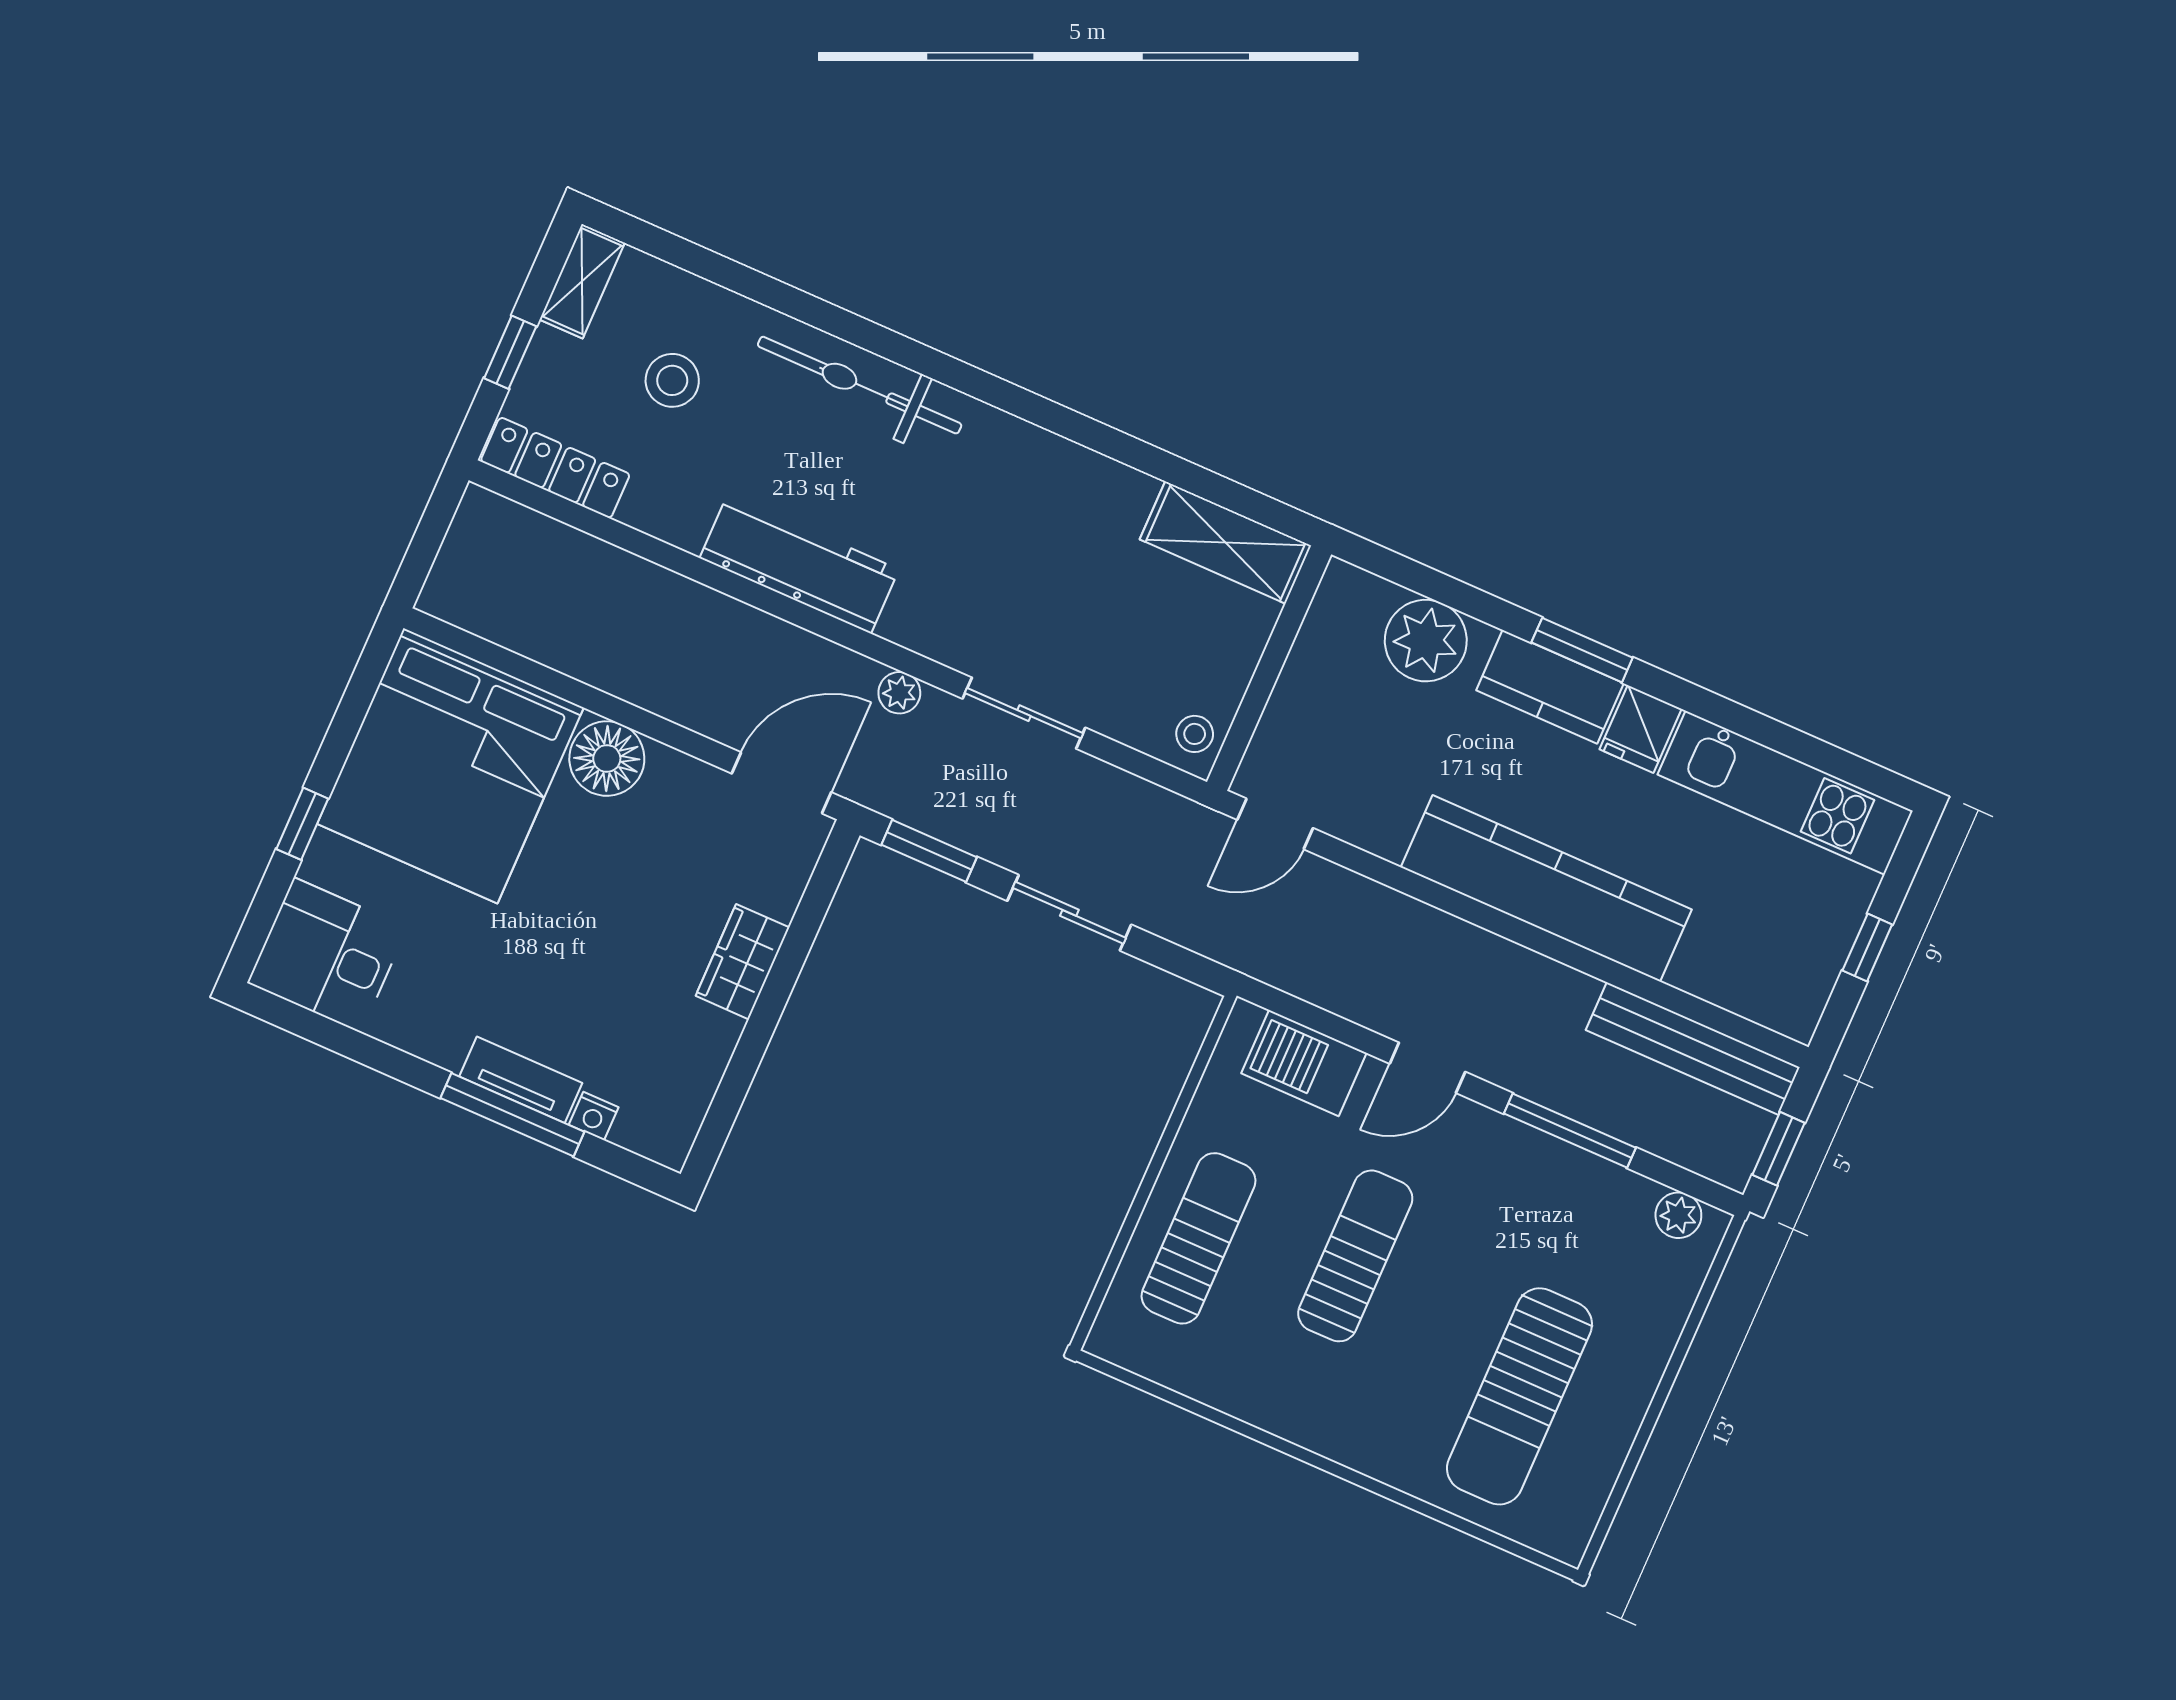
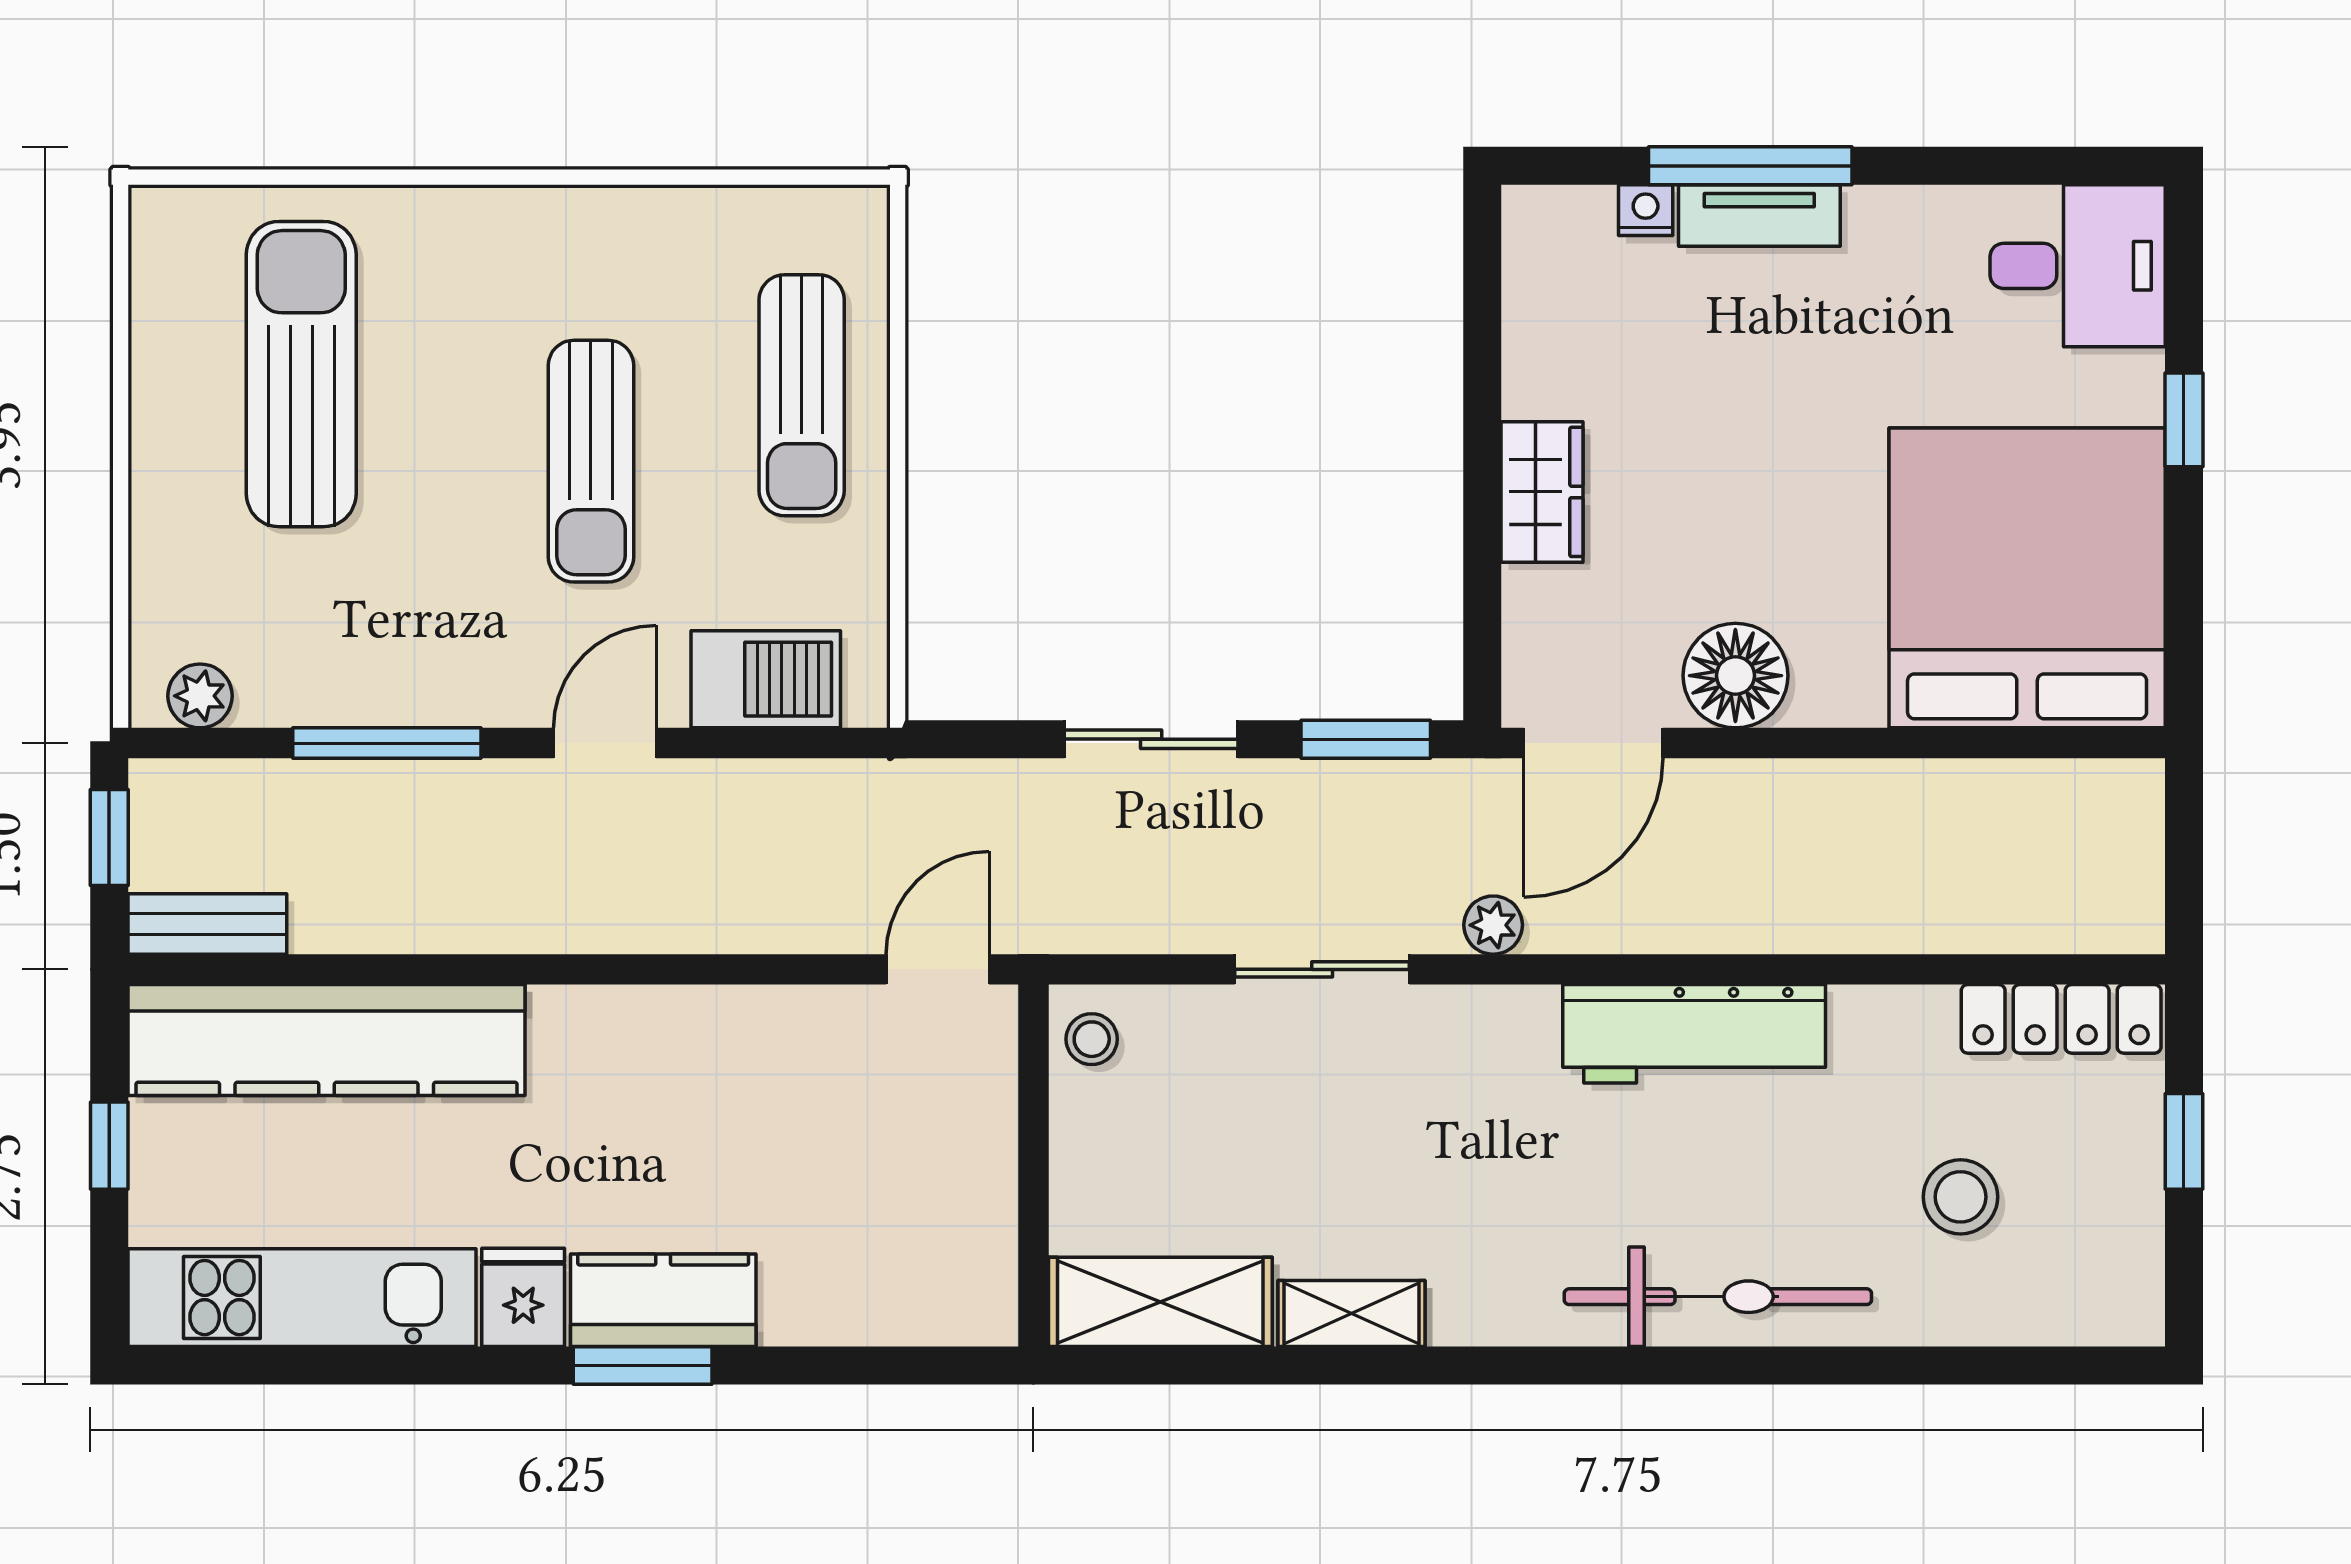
shelving: (582, 281) -> (1351, 1314), moved, turned 90
plant: (1426, 641) -> (848, 1289), removed
floor lamp: (607, 759) -> (1735, 676), moved
kitchen counter: (1546, 888) -> (327, 1040), moved
bench: (1693, 1049) -> (207, 924), width x0.54, depth x0.82

